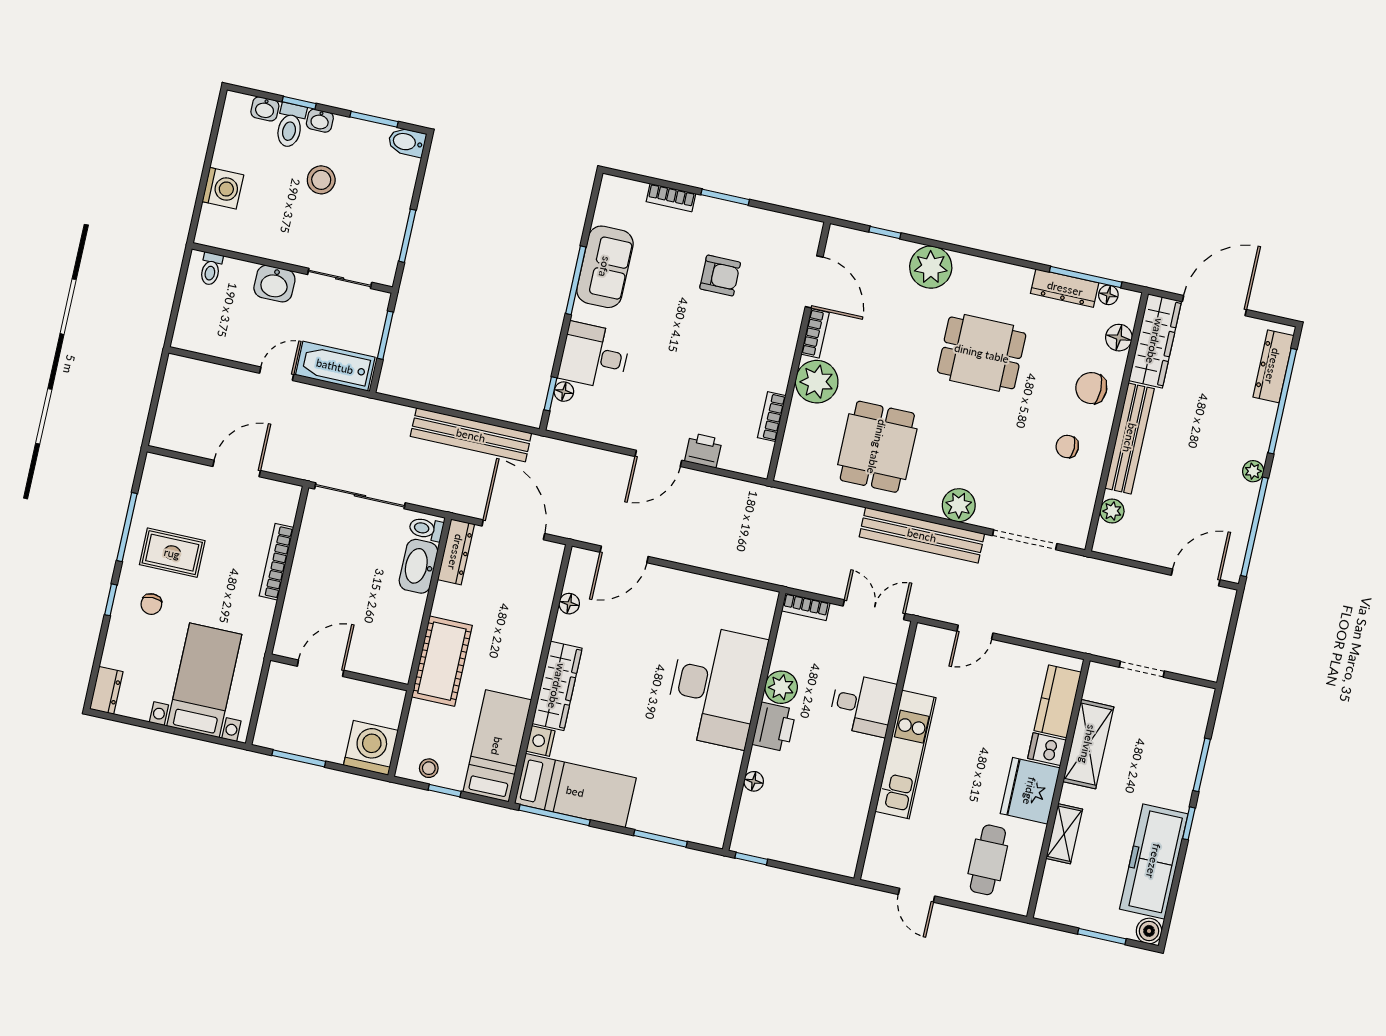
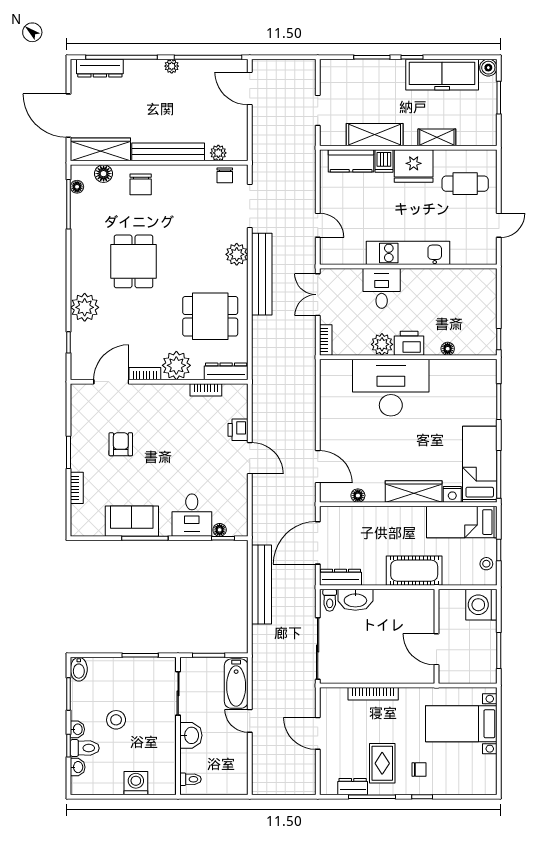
dresser: (1065, 288) -> (226, 371), moved, turned -90
chair: (1067, 447) -> (225, 175), moved
dresser: (106, 690) -> (353, 787), moved

